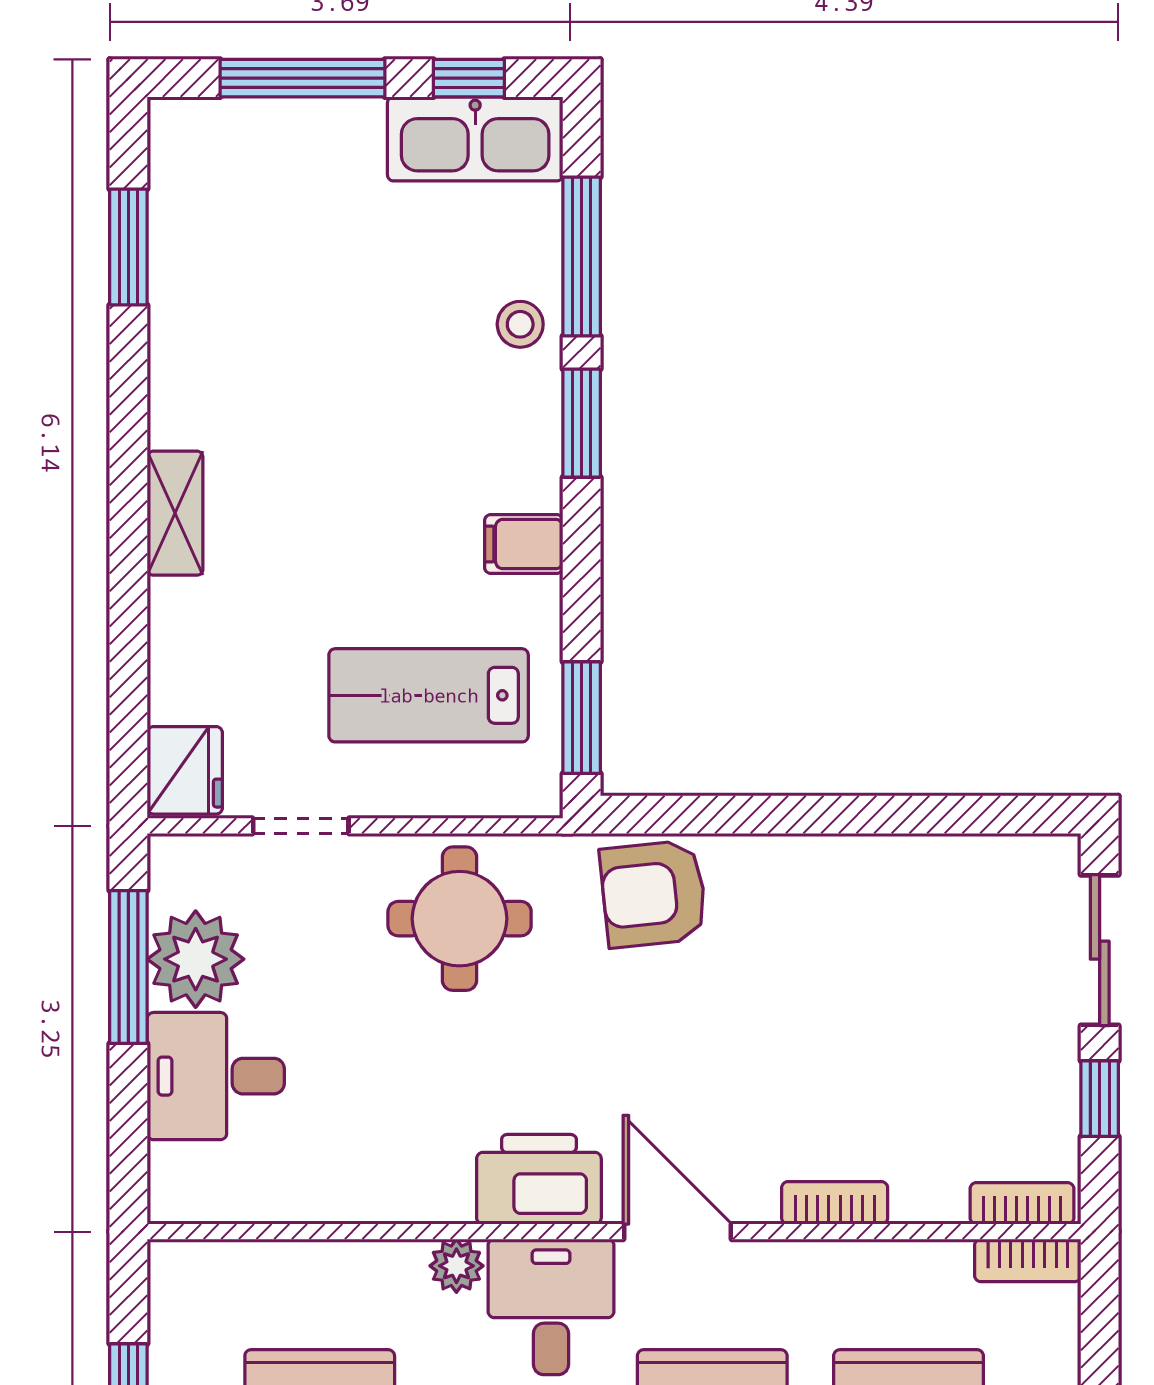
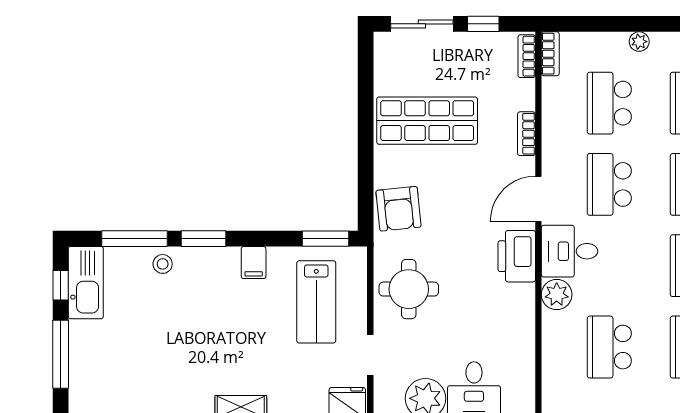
shop shelf: (866, 963) -> (427, 121), added
plant: (456, 1266) -> (557, 295), width x1.38, depth x1.38

